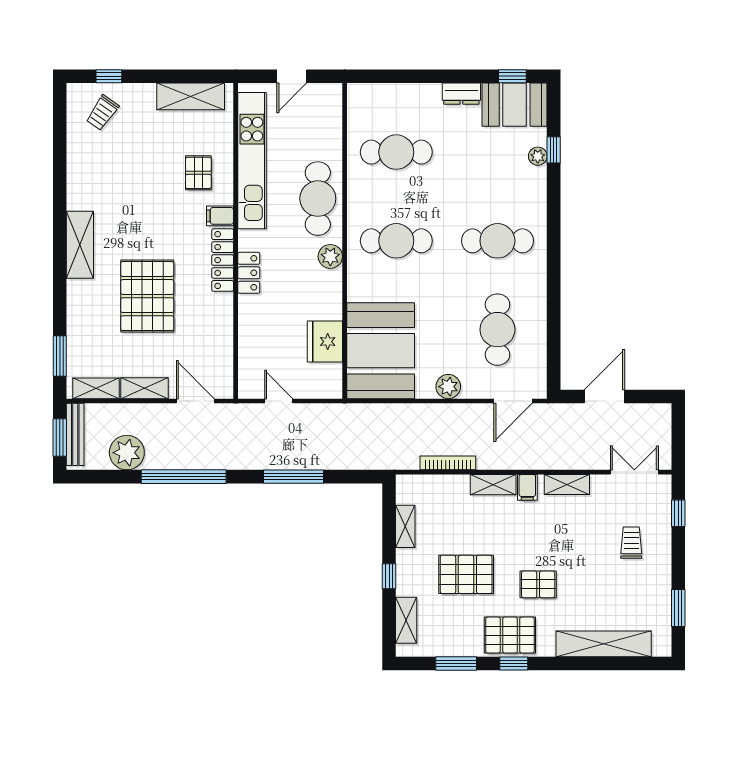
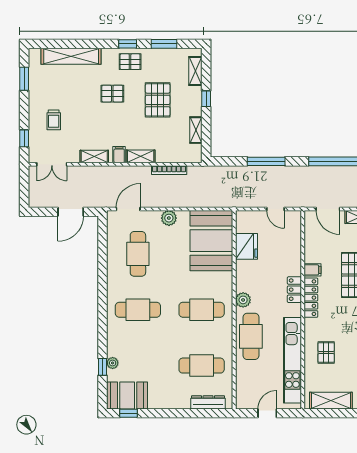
dresser: (461, 94) -> (208, 402), moved, width x1.44
filing cabinet: (220, 216) -> (312, 270), moved
pallet: (466, 574) -> (158, 100), turned 90
pallet: (510, 635) -> (130, 62), width x0.67, depth x0.71

